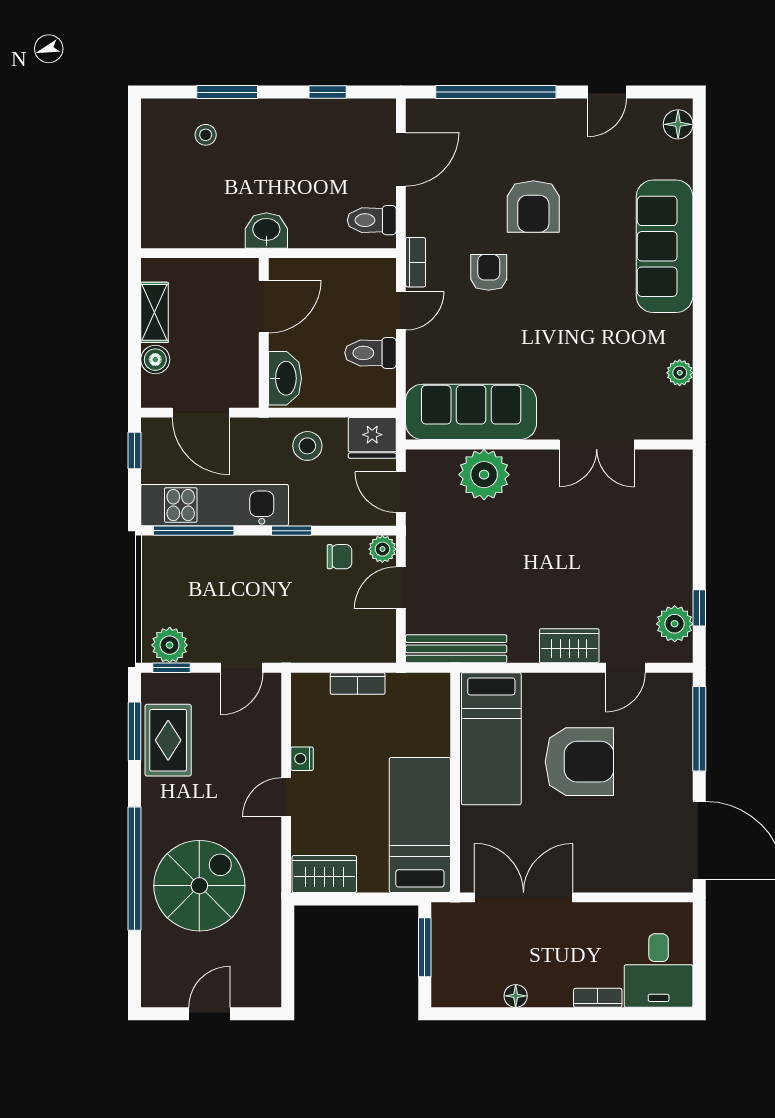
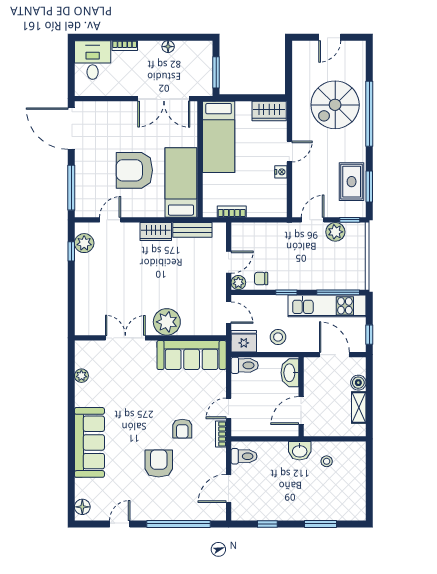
stool: (206, 135) -> (327, 461), moved
toilet: (371, 353) -> (245, 365), moved
plant: (484, 475) -> (167, 322), moved
plant: (170, 645) -> (335, 232), moved
wardrobe: (569, 646) -> (156, 231), moved
bench: (456, 649) -> (192, 230), width x0.73
bookcase: (358, 683) -> (232, 212), moved

